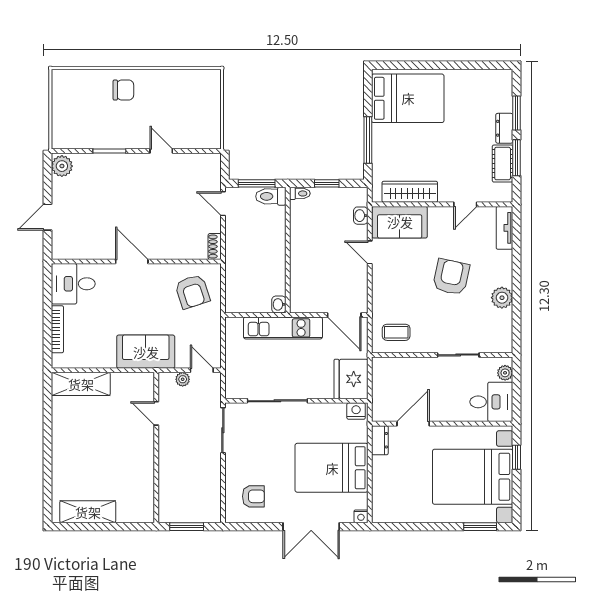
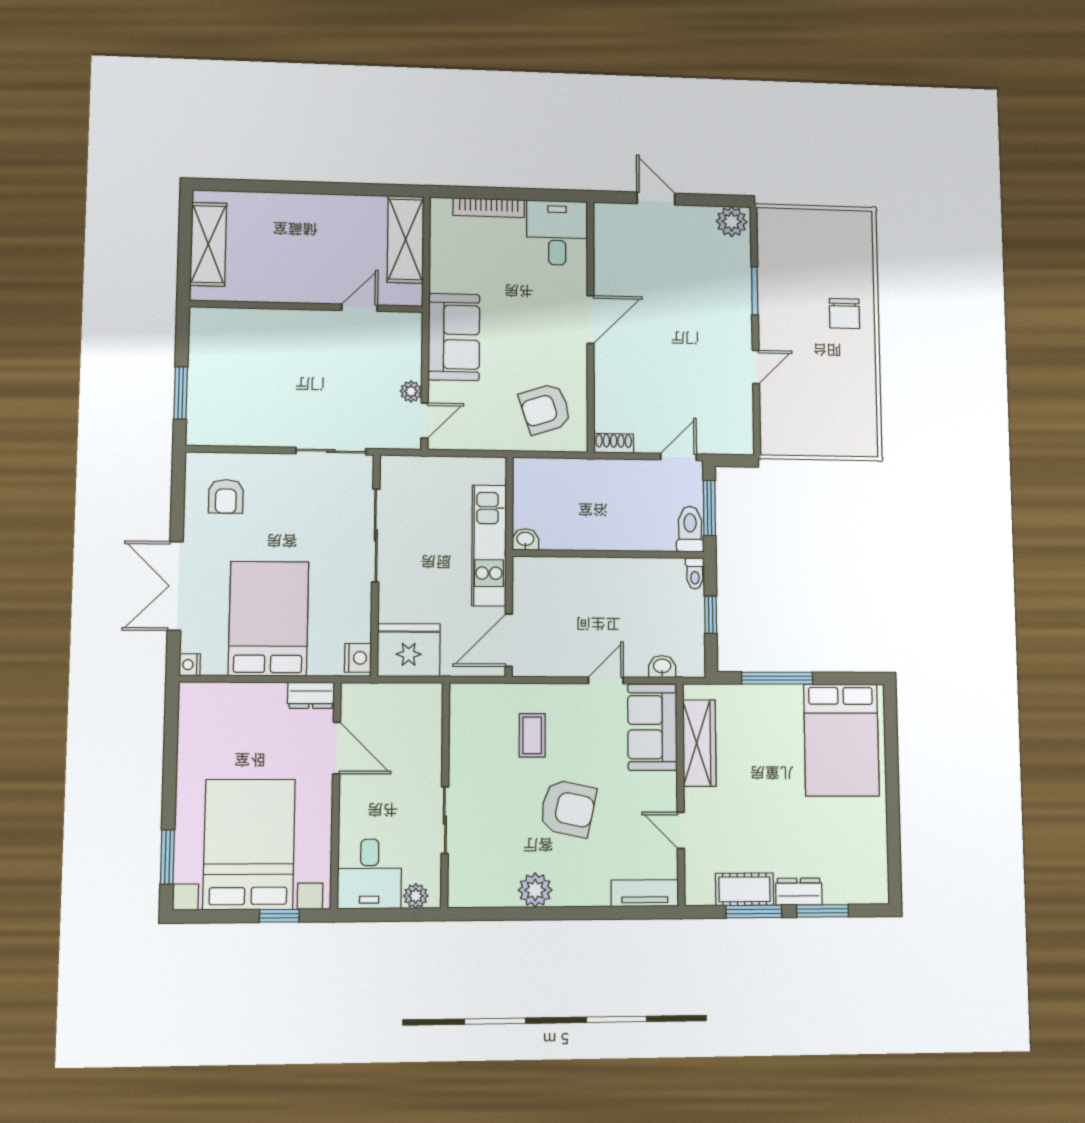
coffee table: (396, 332) -> (532, 735), moved
door: (156, 413) -> (359, 308), moved
wall: (156, 447) -> (307, 306), moved

